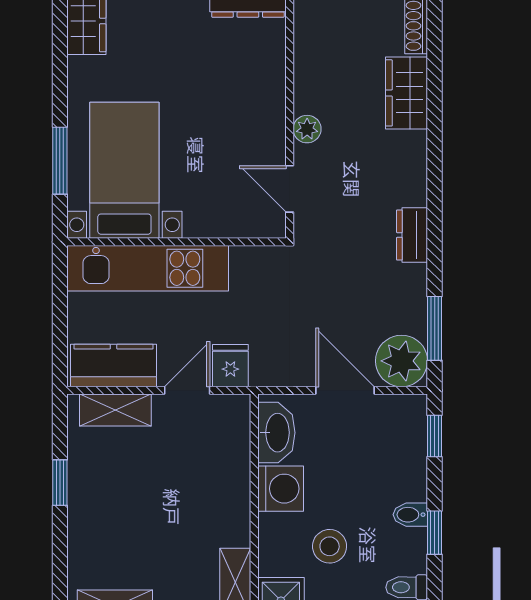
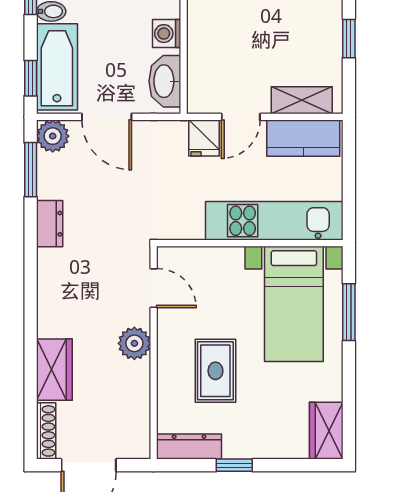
rug: (217, 91) -> (215, 371), added
plant: (307, 129) -> (134, 343), width x1.38, depth x1.38
dresser: (412, 235) -> (50, 224), moved
plant: (402, 361) -> (53, 136), width x0.73, depth x0.73
bathtub: (403, 449) -> (57, 67), added
washing machine: (281, 489) -> (167, 34), width x0.73, depth x0.73

